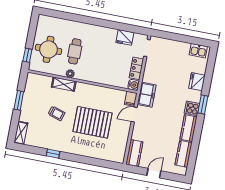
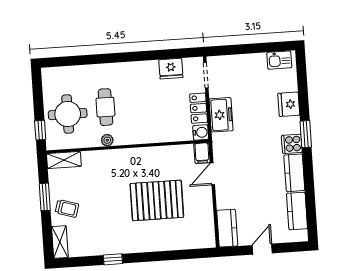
shelving: (64, 84) -> (64, 160), moved
freezer: (147, 95) -> (221, 115), moved
trolley: (57, 113) -> (67, 208), moved

